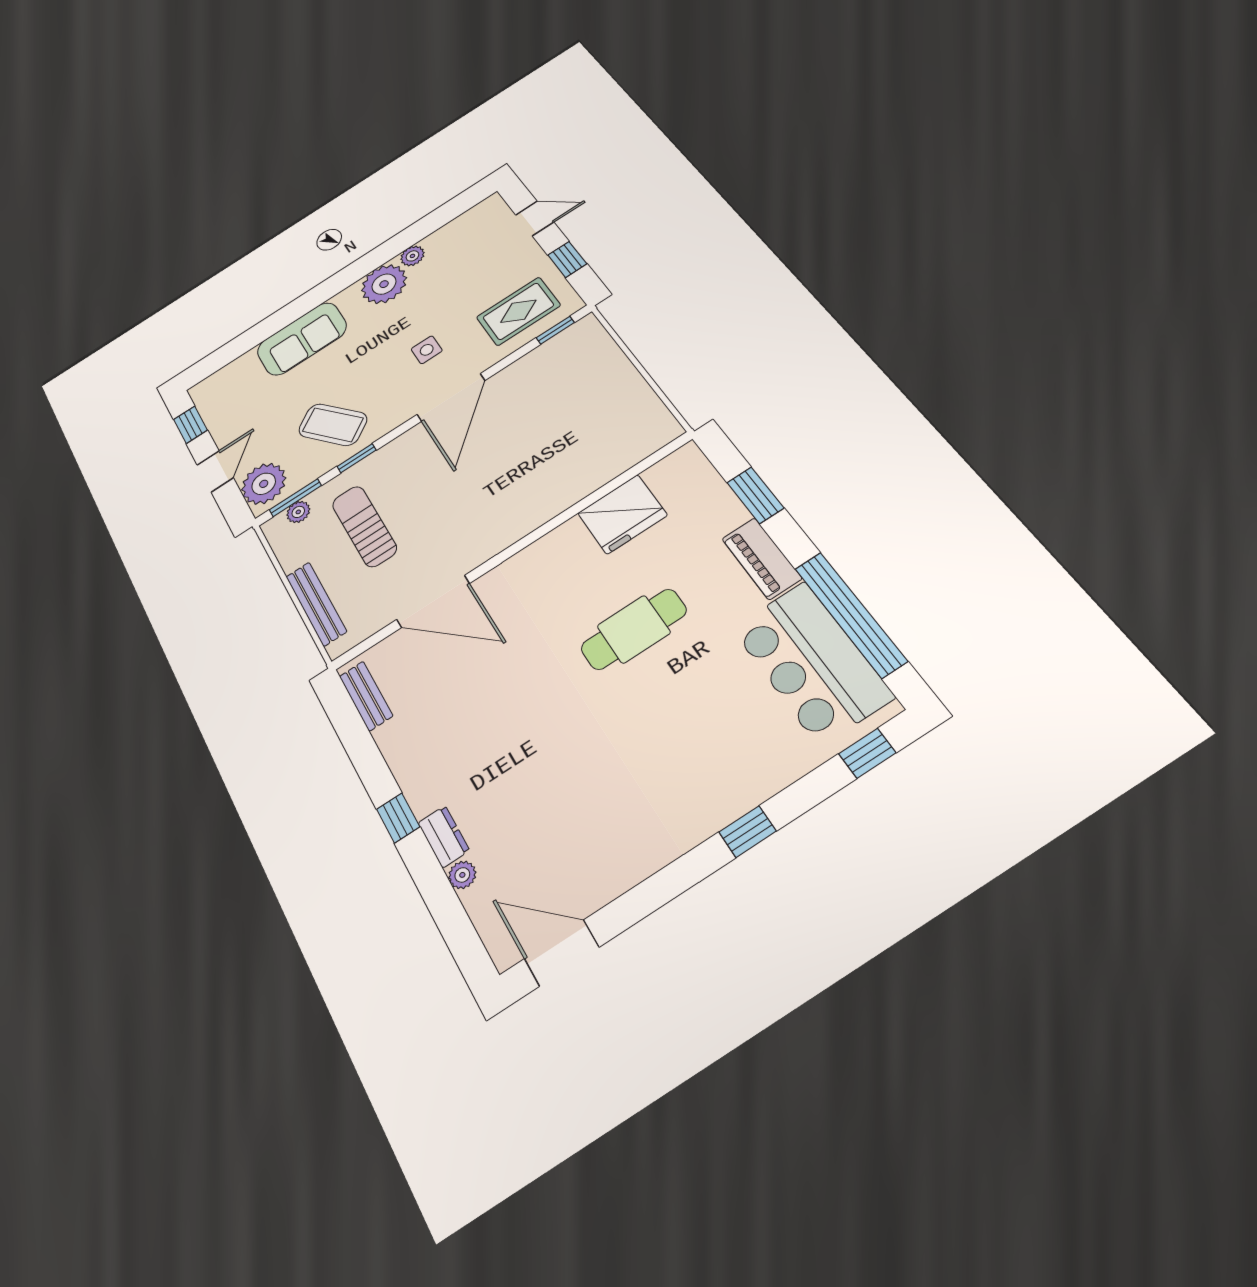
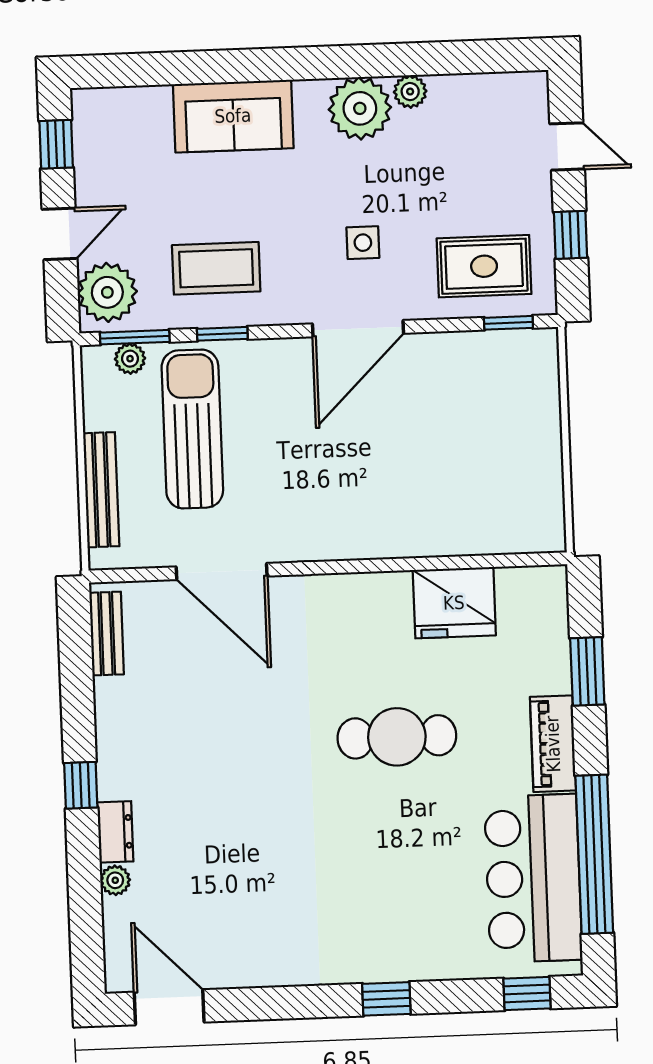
coffee table: (333, 425) -> (216, 268), turned -52
sun lounger: (364, 526) -> (192, 429), width x1.36, depth x1.34

